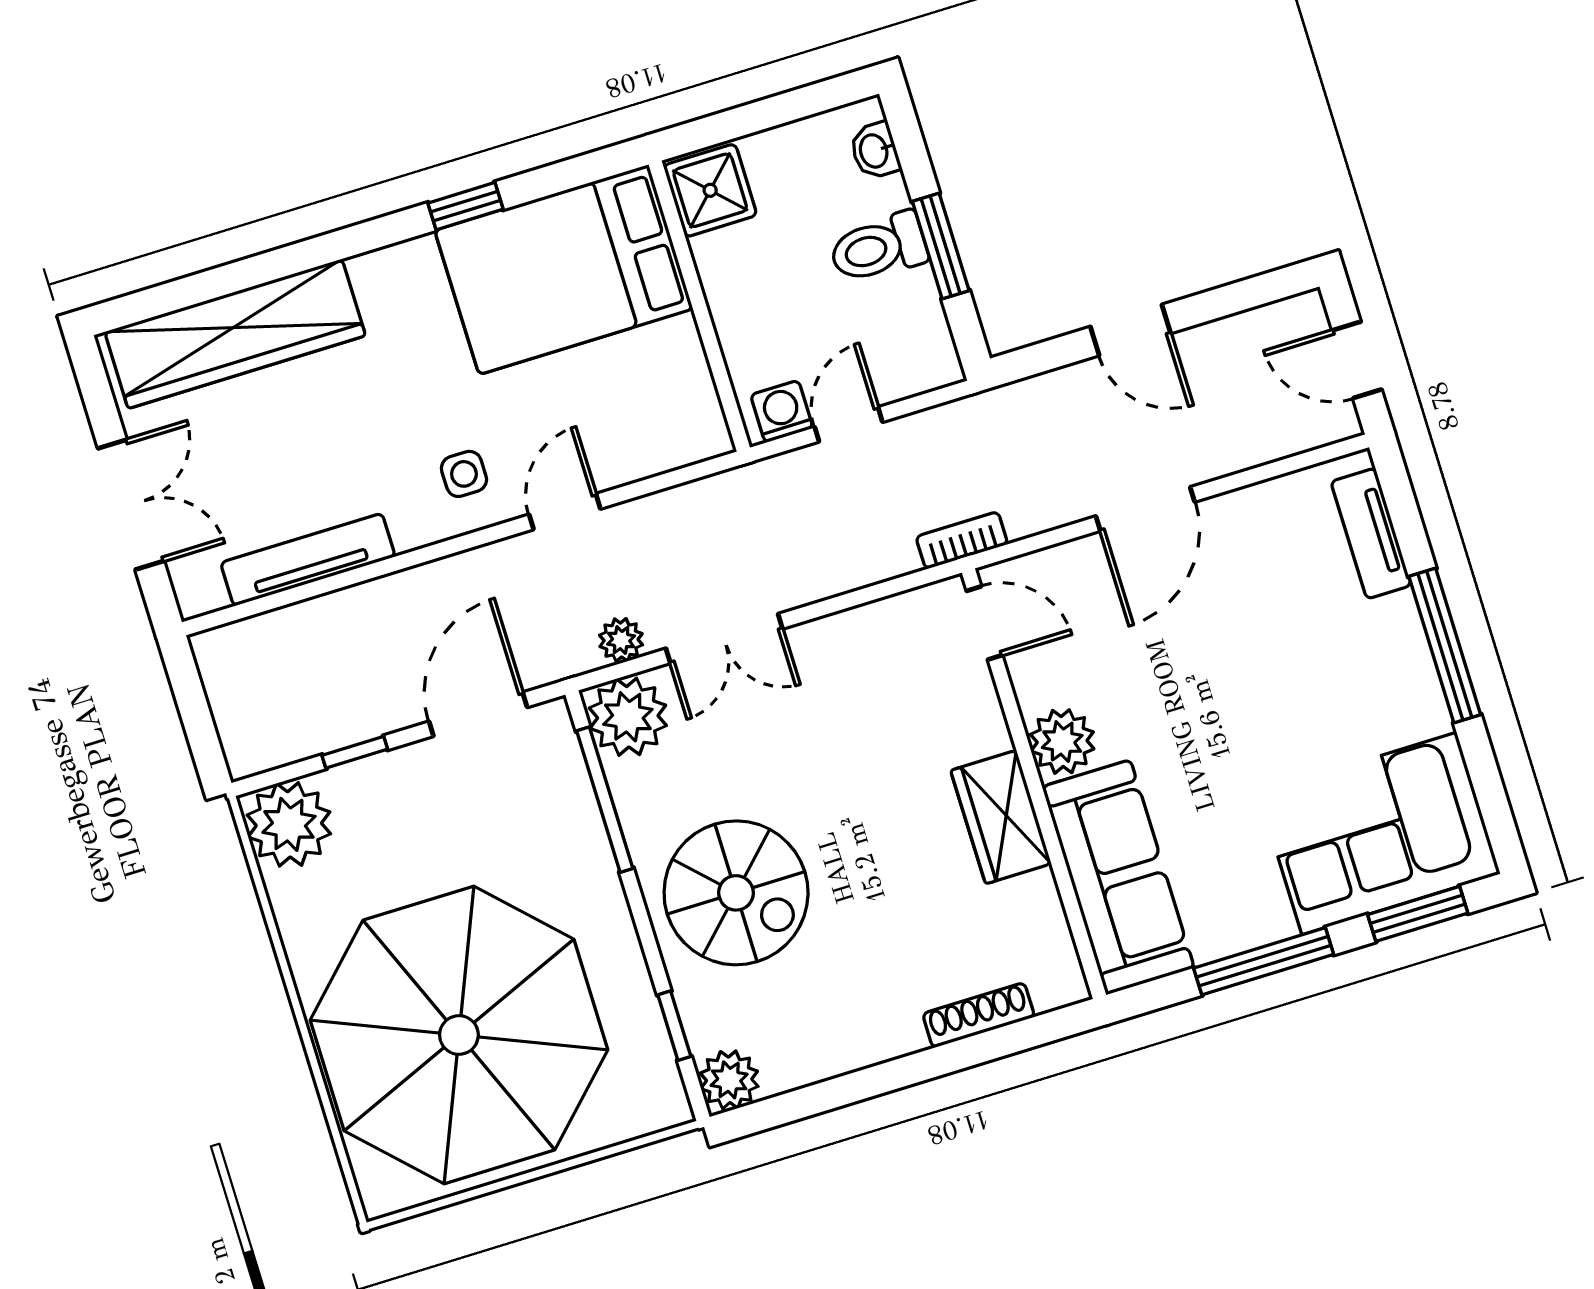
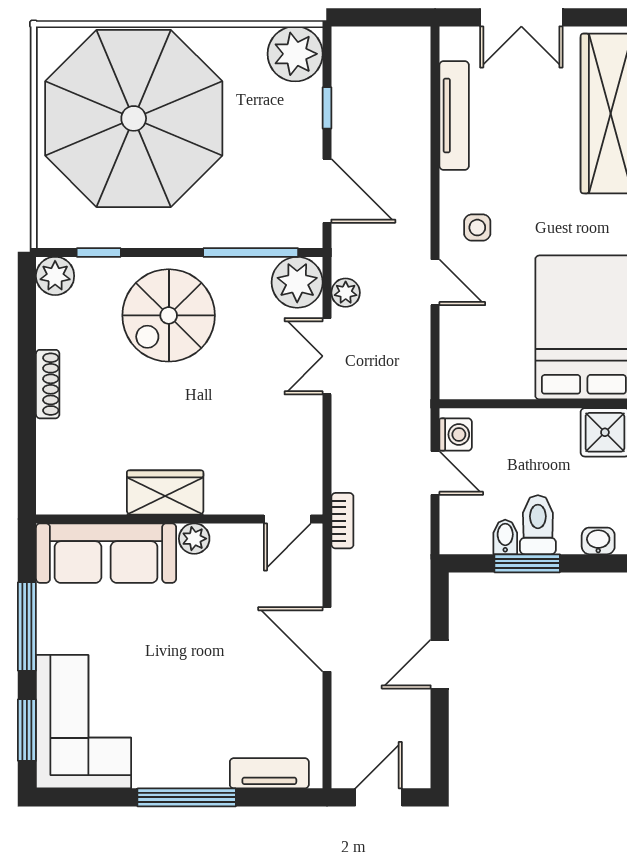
bidet: (911, 291) -> (505, 537), added
plant: (1062, 742) -> (194, 539), width x0.73, depth x0.73
shoe rack: (979, 1015) -> (48, 384), moved

